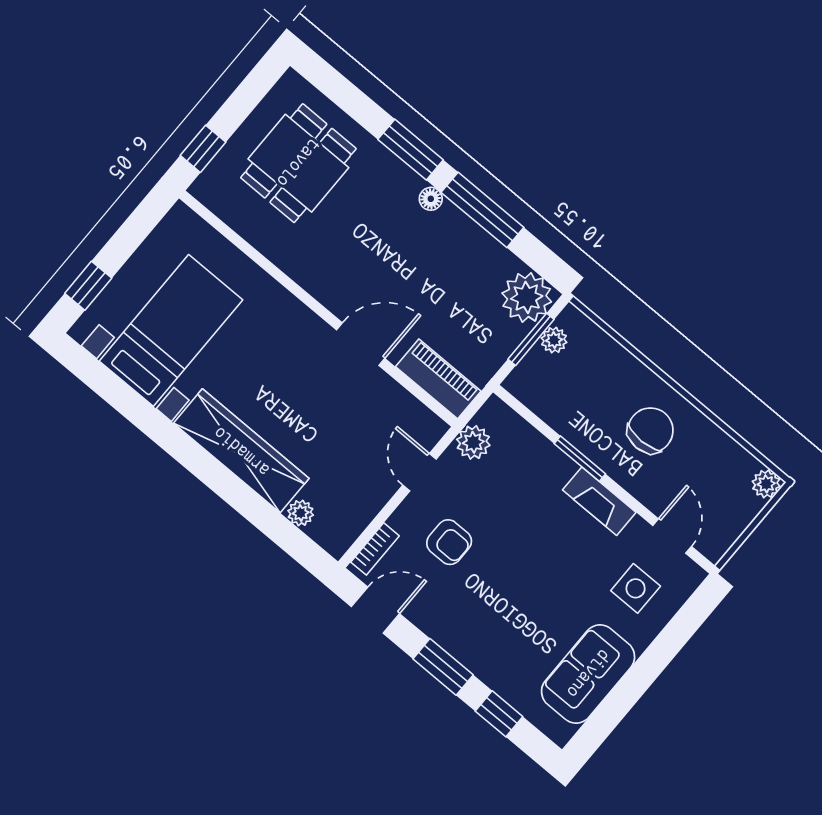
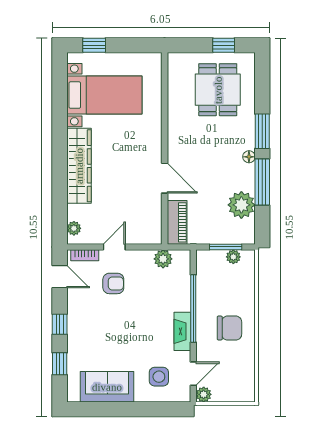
window: (203, 149) -> (224, 45), moved
dining table: (298, 163) -> (218, 90), turned 90
plant: (527, 297) -> (241, 205), moved
window: (580, 459) -> (193, 309), width x2.11
door: (420, 472) -> (114, 247), moved
plant: (766, 484) -> (204, 394), moved
plant: (301, 513) -> (74, 228), moved
armchair: (449, 542) -> (113, 283), turned -90
window: (443, 667) -> (60, 324), width x0.67

